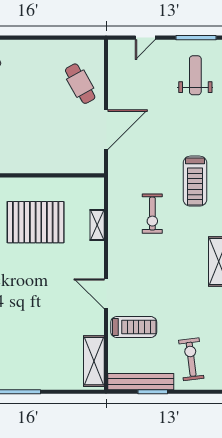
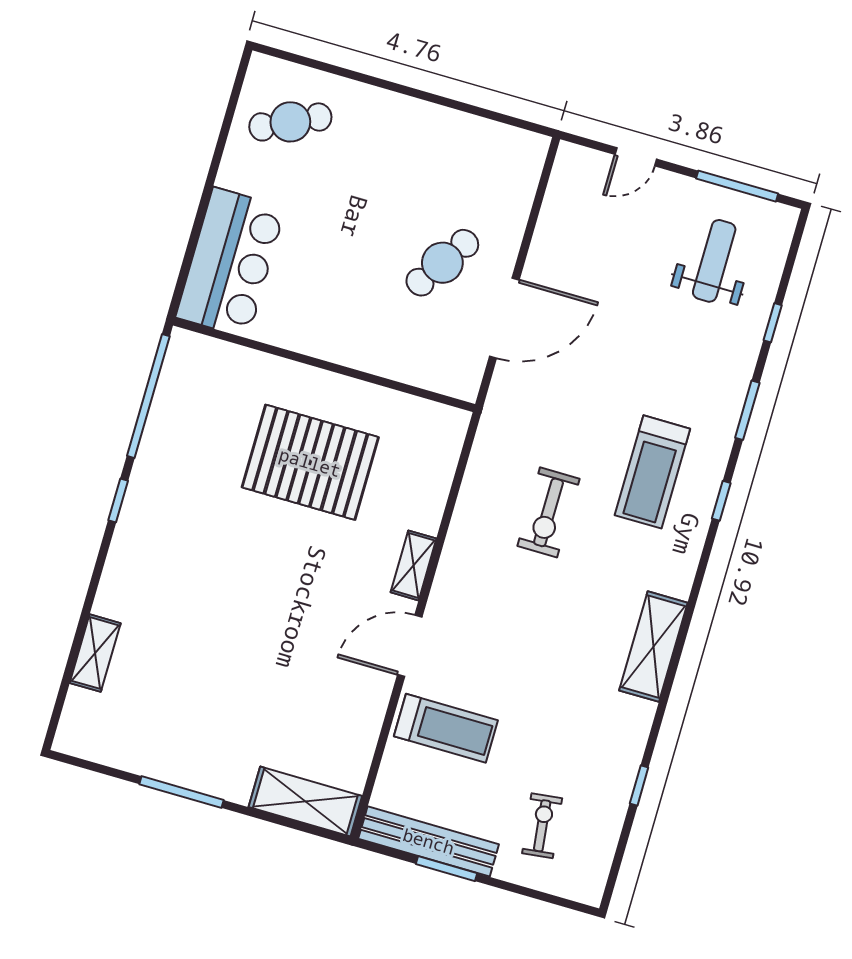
cafe table: (80, 84) -> (442, 263), moved, turned 62
shelving: (97, 225) -> (413, 565), moved
door: (106, 294) -> (410, 646), hinge flipped
exercise bike: (191, 359) -> (542, 826), width x0.73, depth x0.72
shelving: (94, 361) -> (305, 801), moved, turned 90

